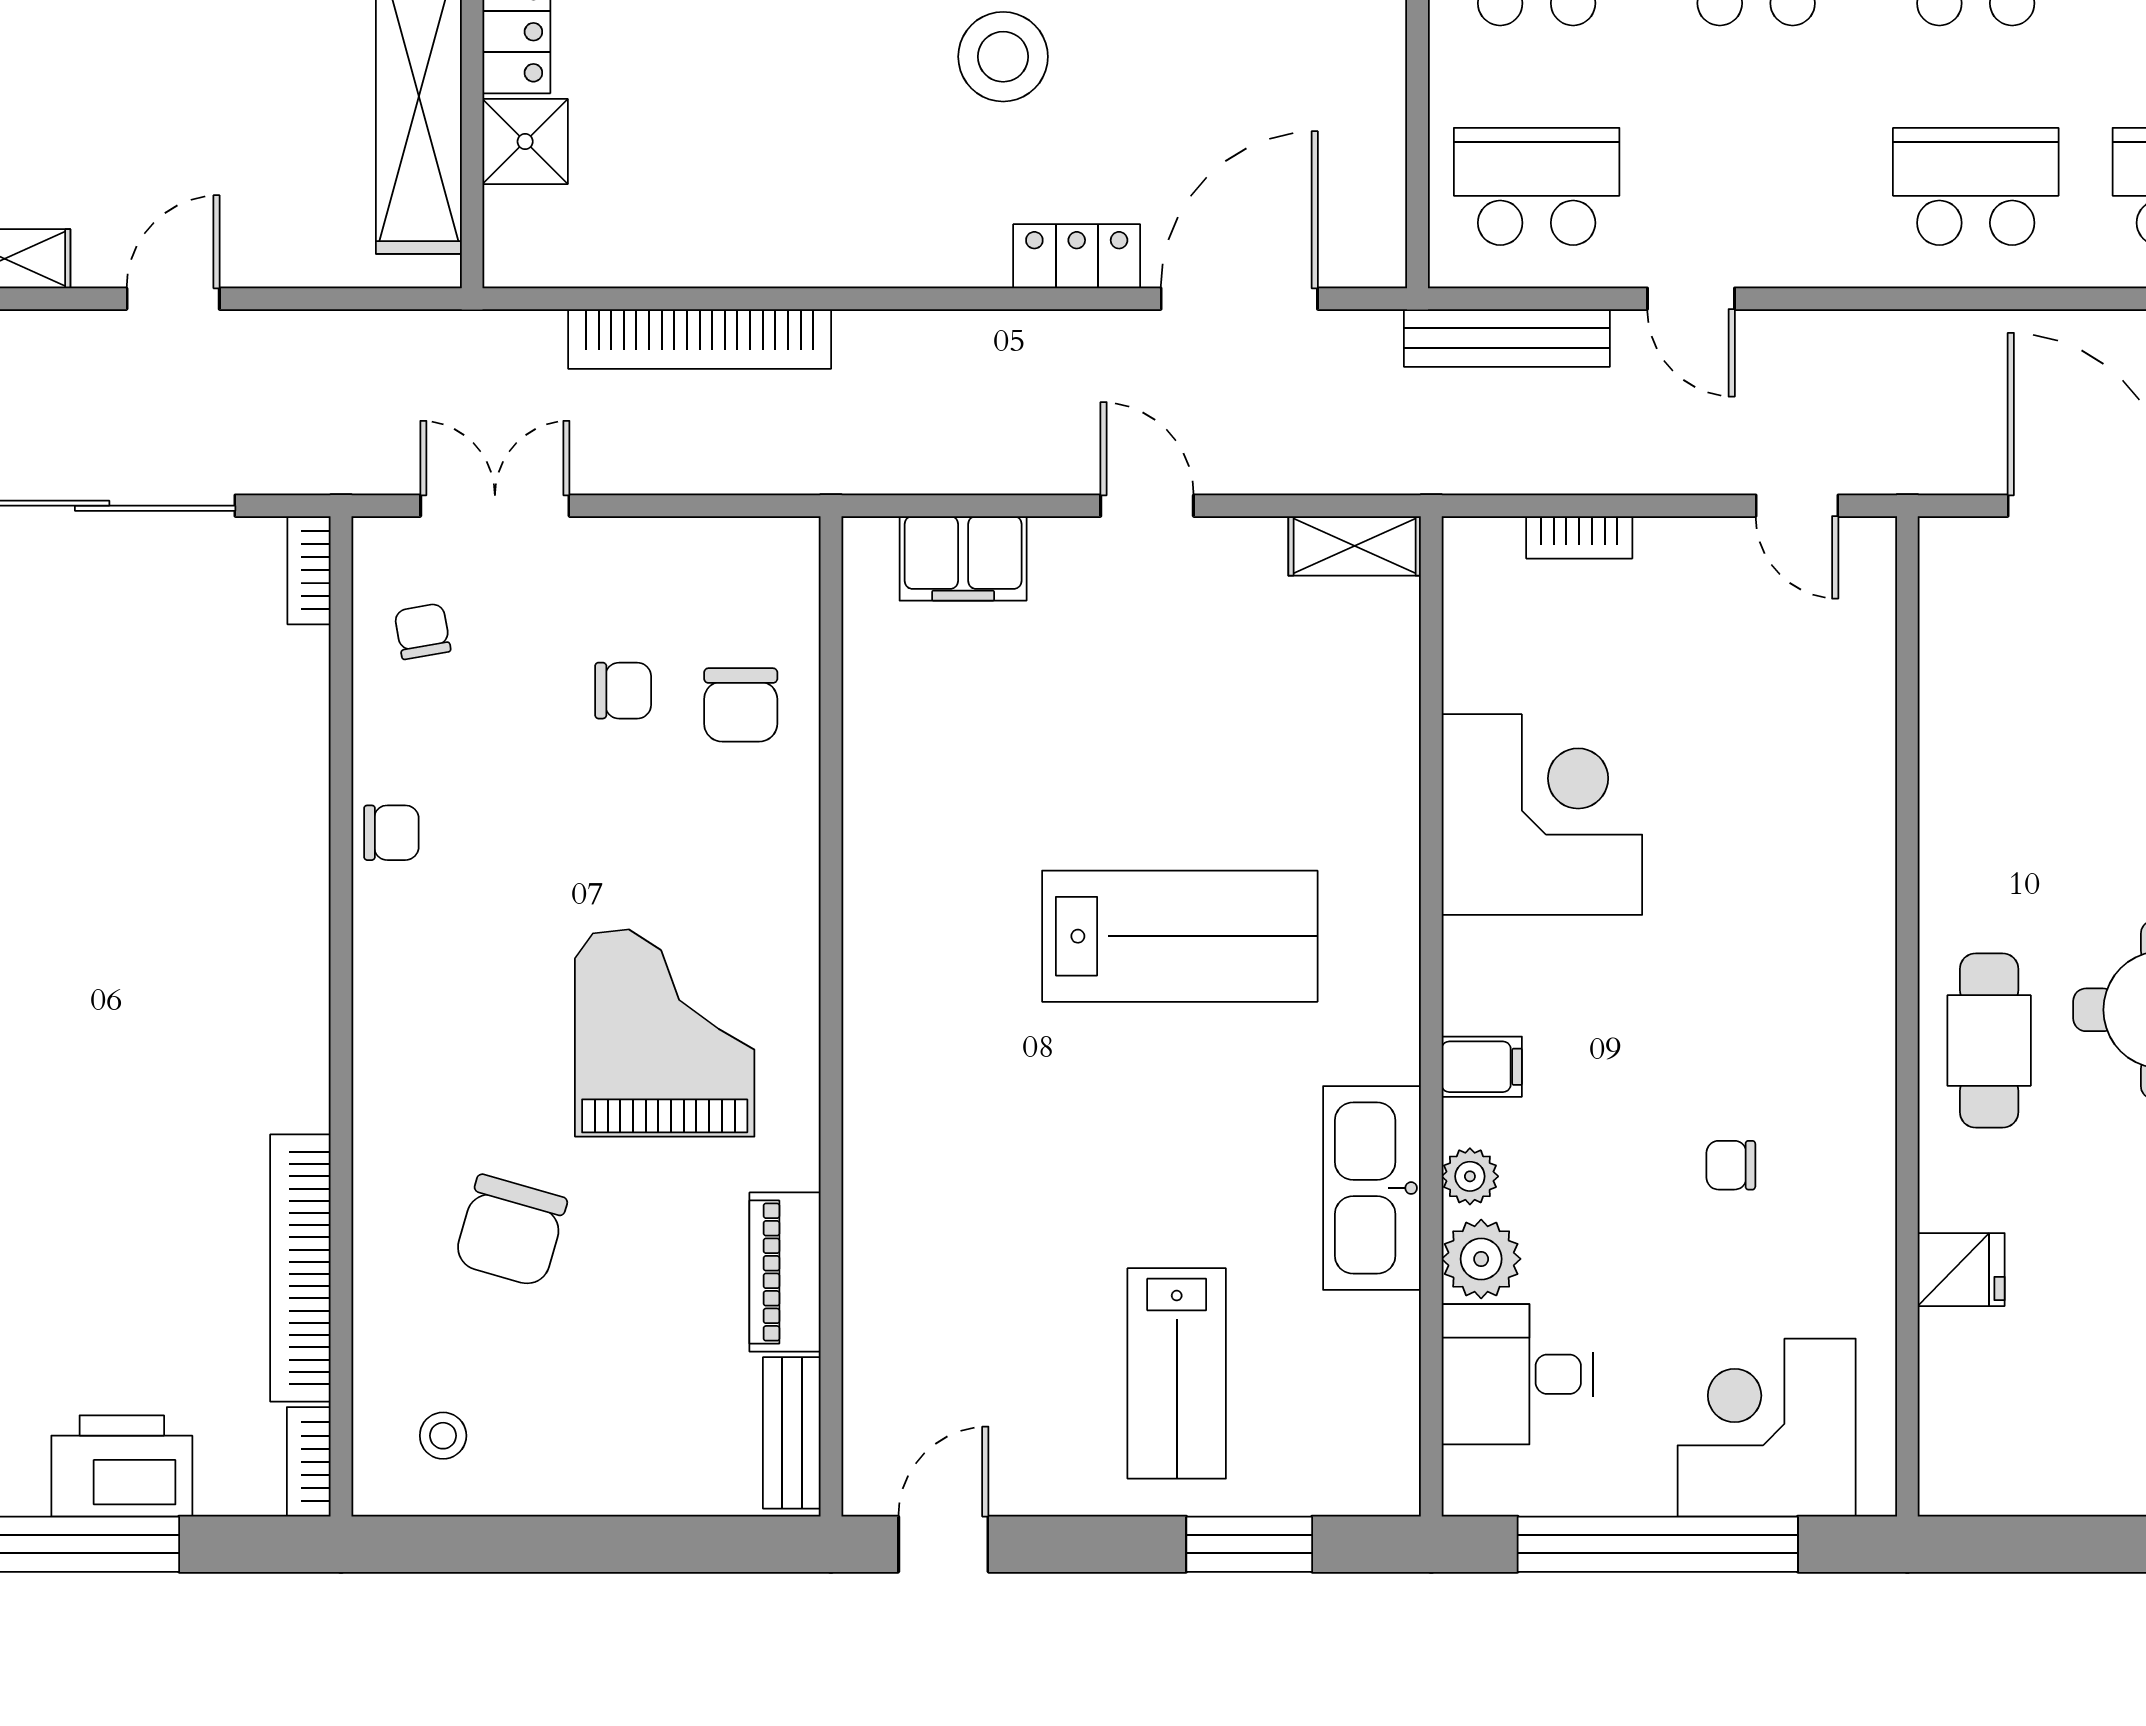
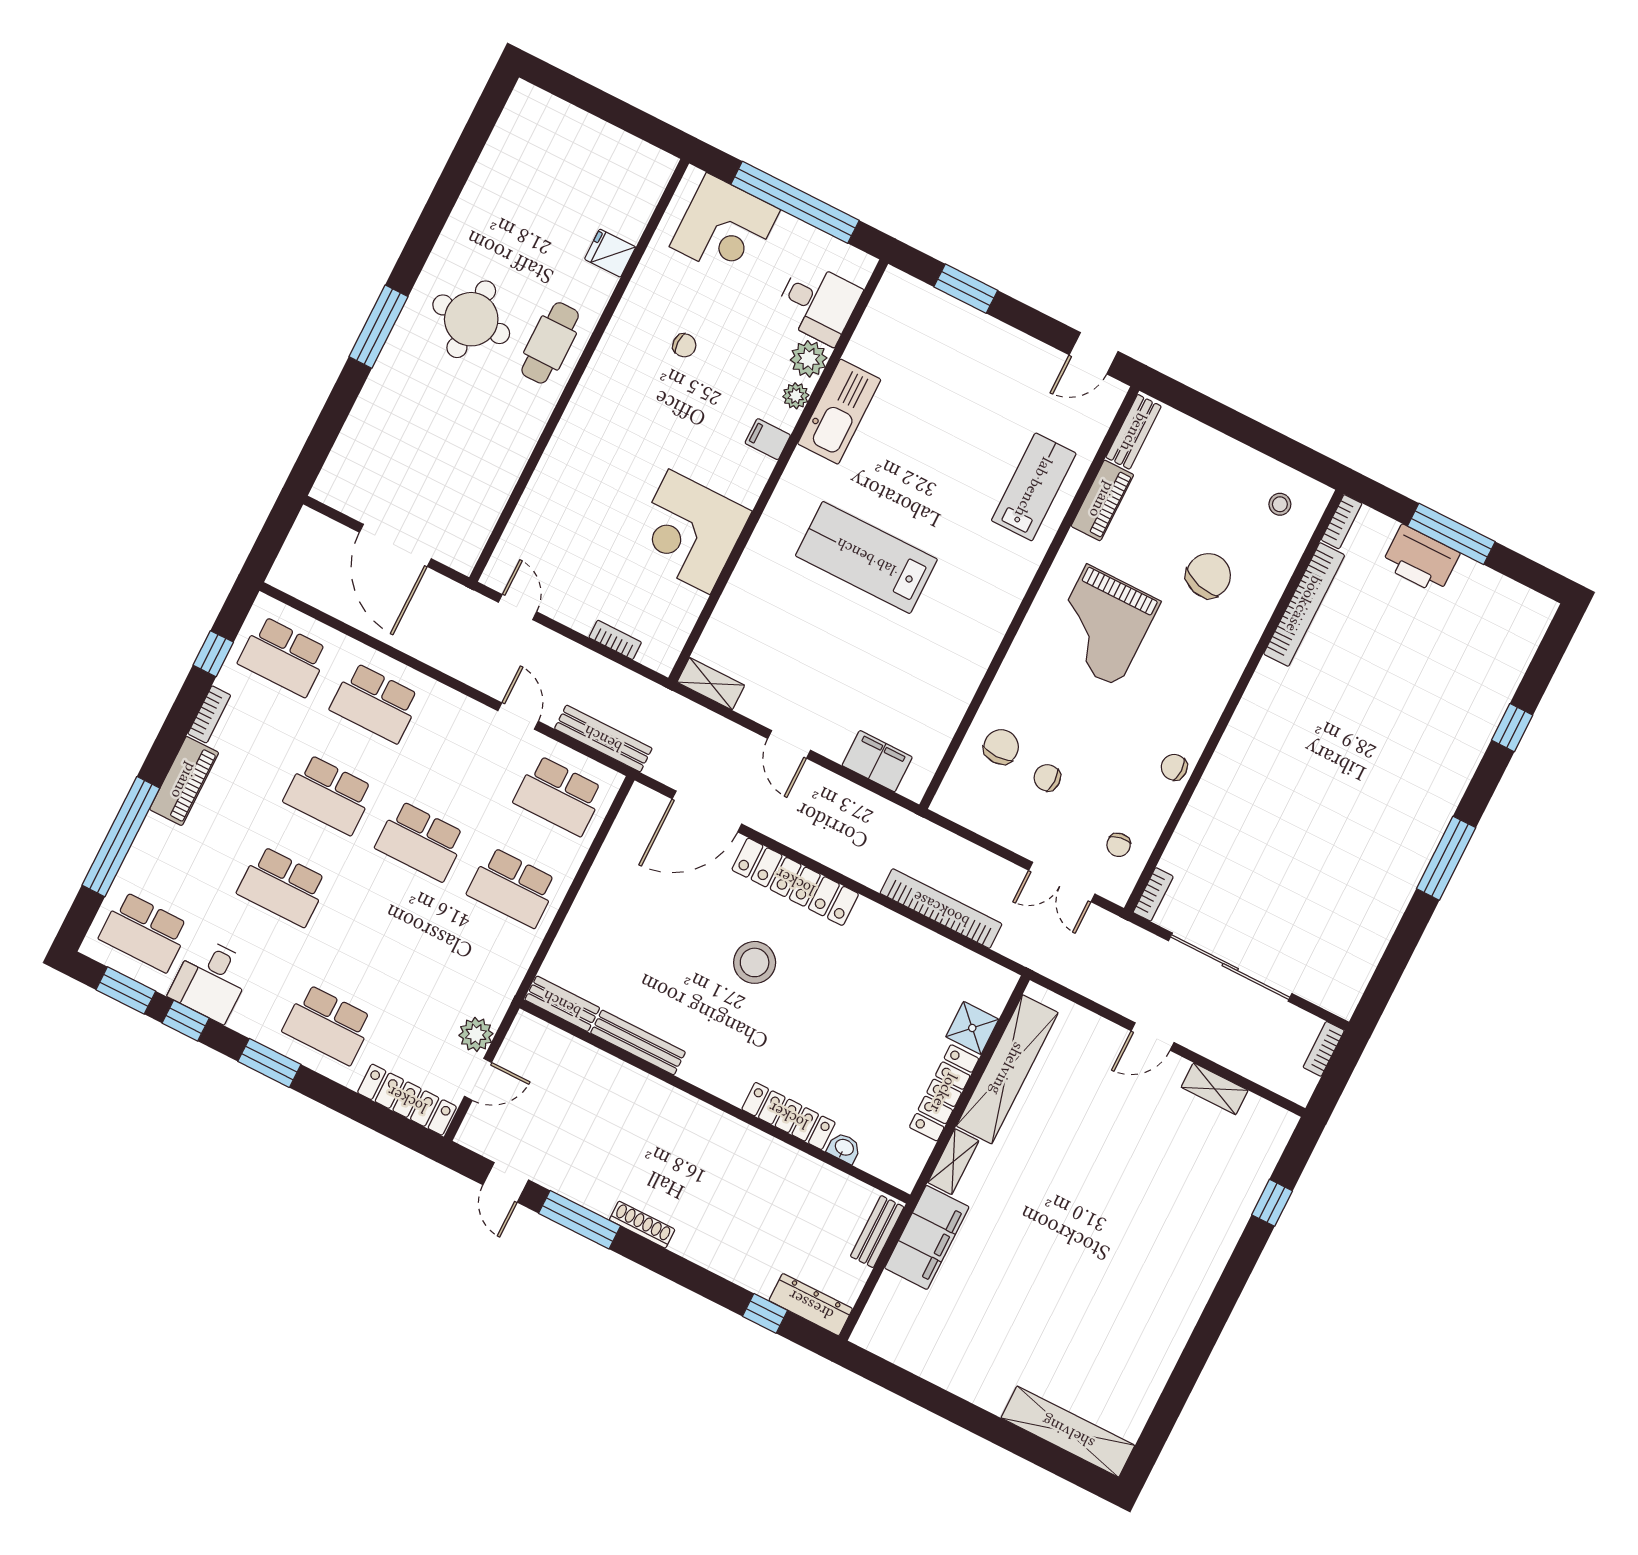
locker: (1077, 256) -> (795, 882), width x2.16, depth x1.21
lab bench: (1177, 1373) -> (1034, 487), moved

